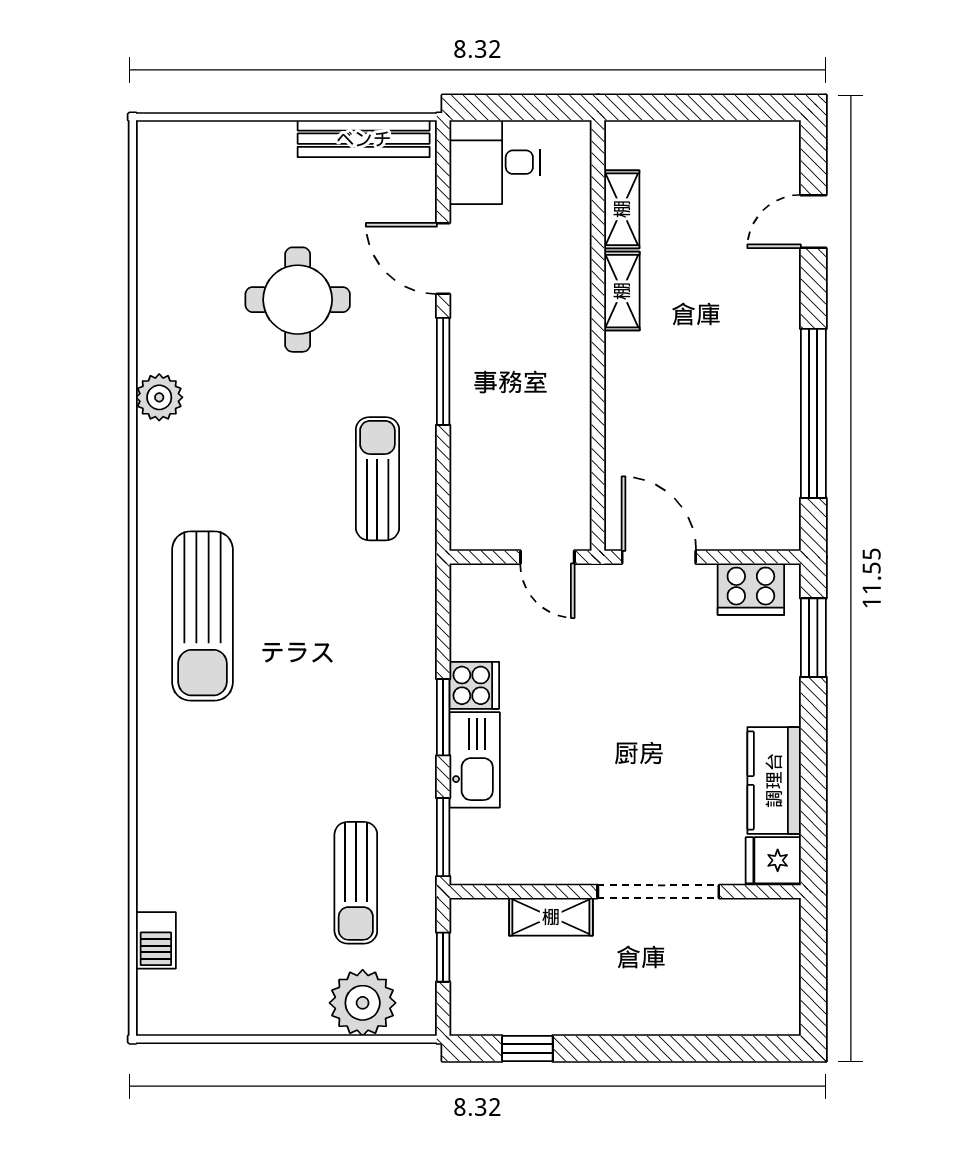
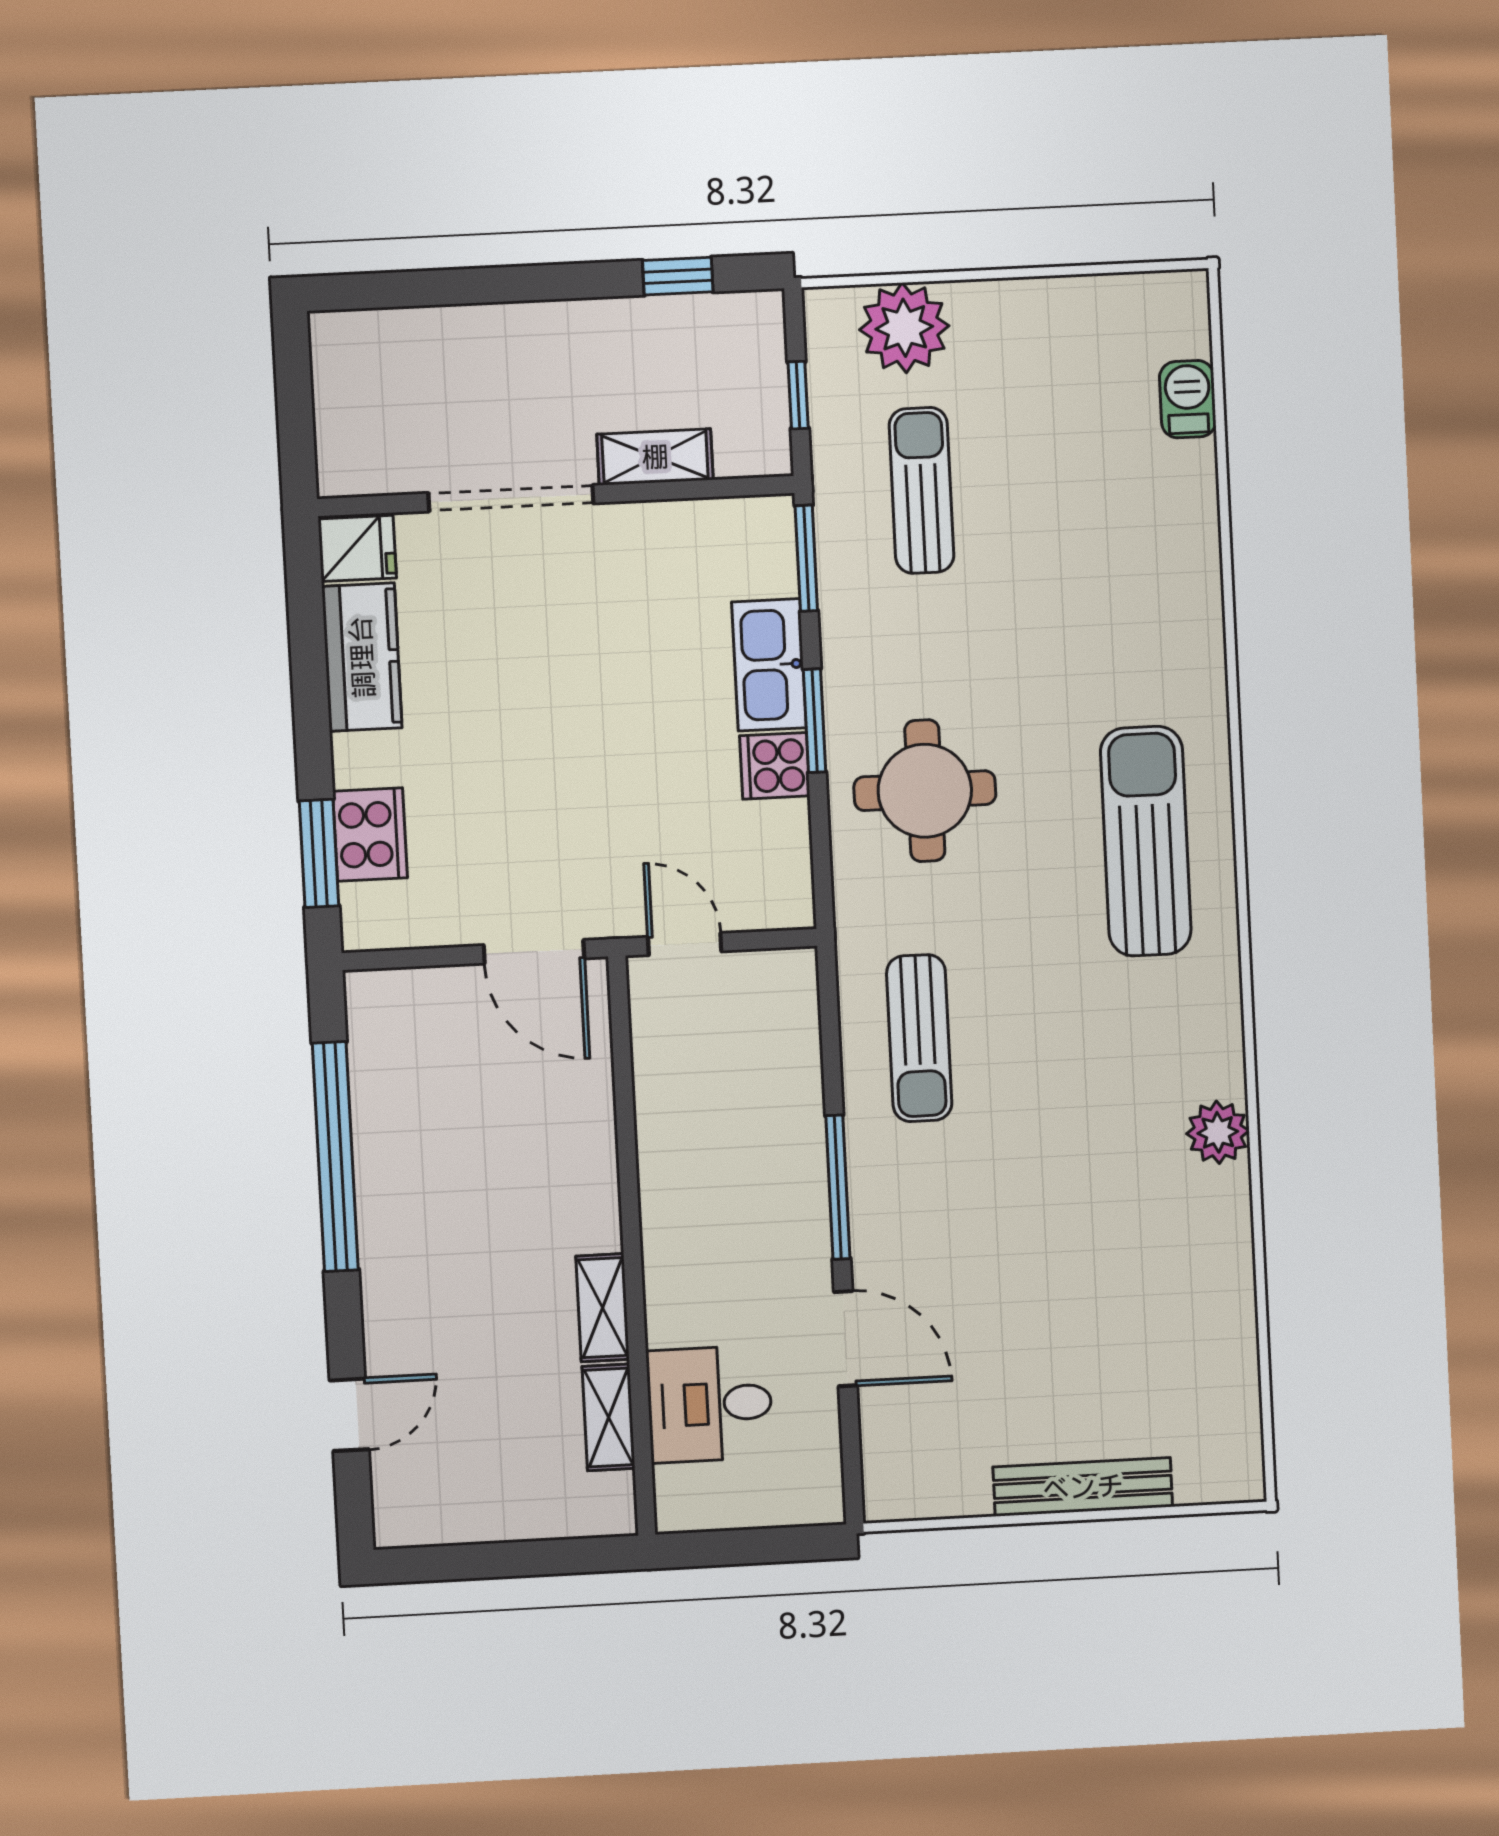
bench: (364, 139) -> (1083, 1487), moved
desk: (495, 162) -> (710, 1404), moved, turned 180
round table: (298, 300) -> (925, 791), moved
cooker: (751, 589) -> (370, 834), moved, turned 90

